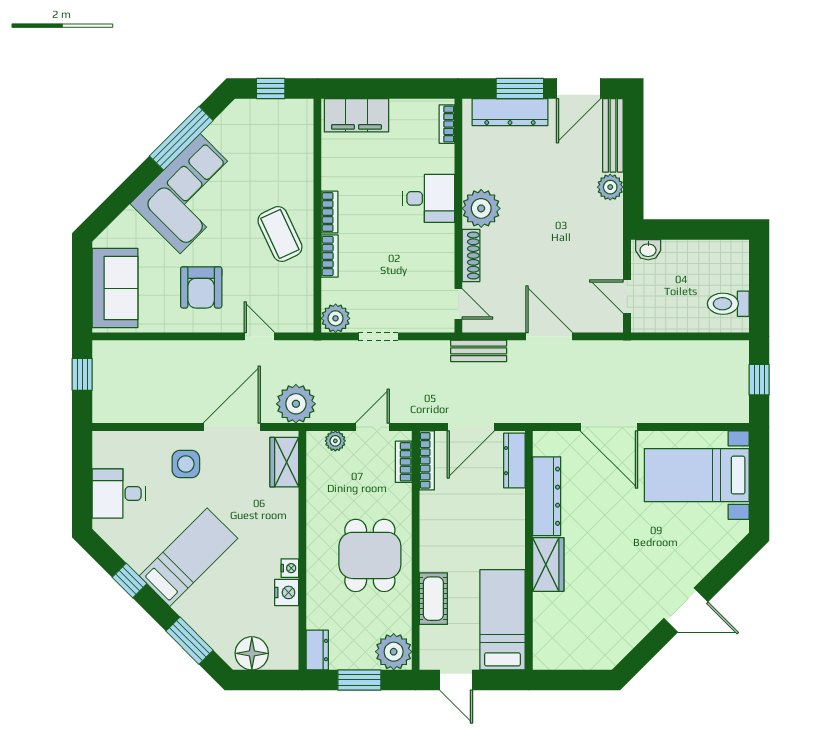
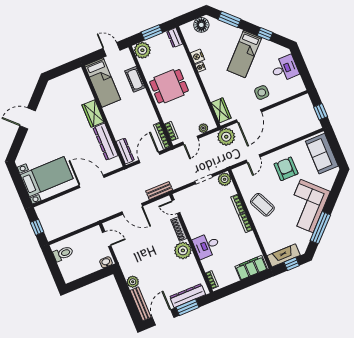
fireplace: (280, 113) -> (284, 255), added
door: (259, 336) -> (253, 159), hinge flipped
dining table: (370, 555) -> (169, 86), turned 90

